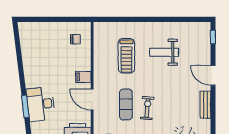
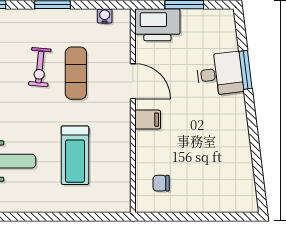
treadmill: (126, 56) -> (75, 155), turned 180
desk: (41, 104) -> (220, 74), width x0.73

